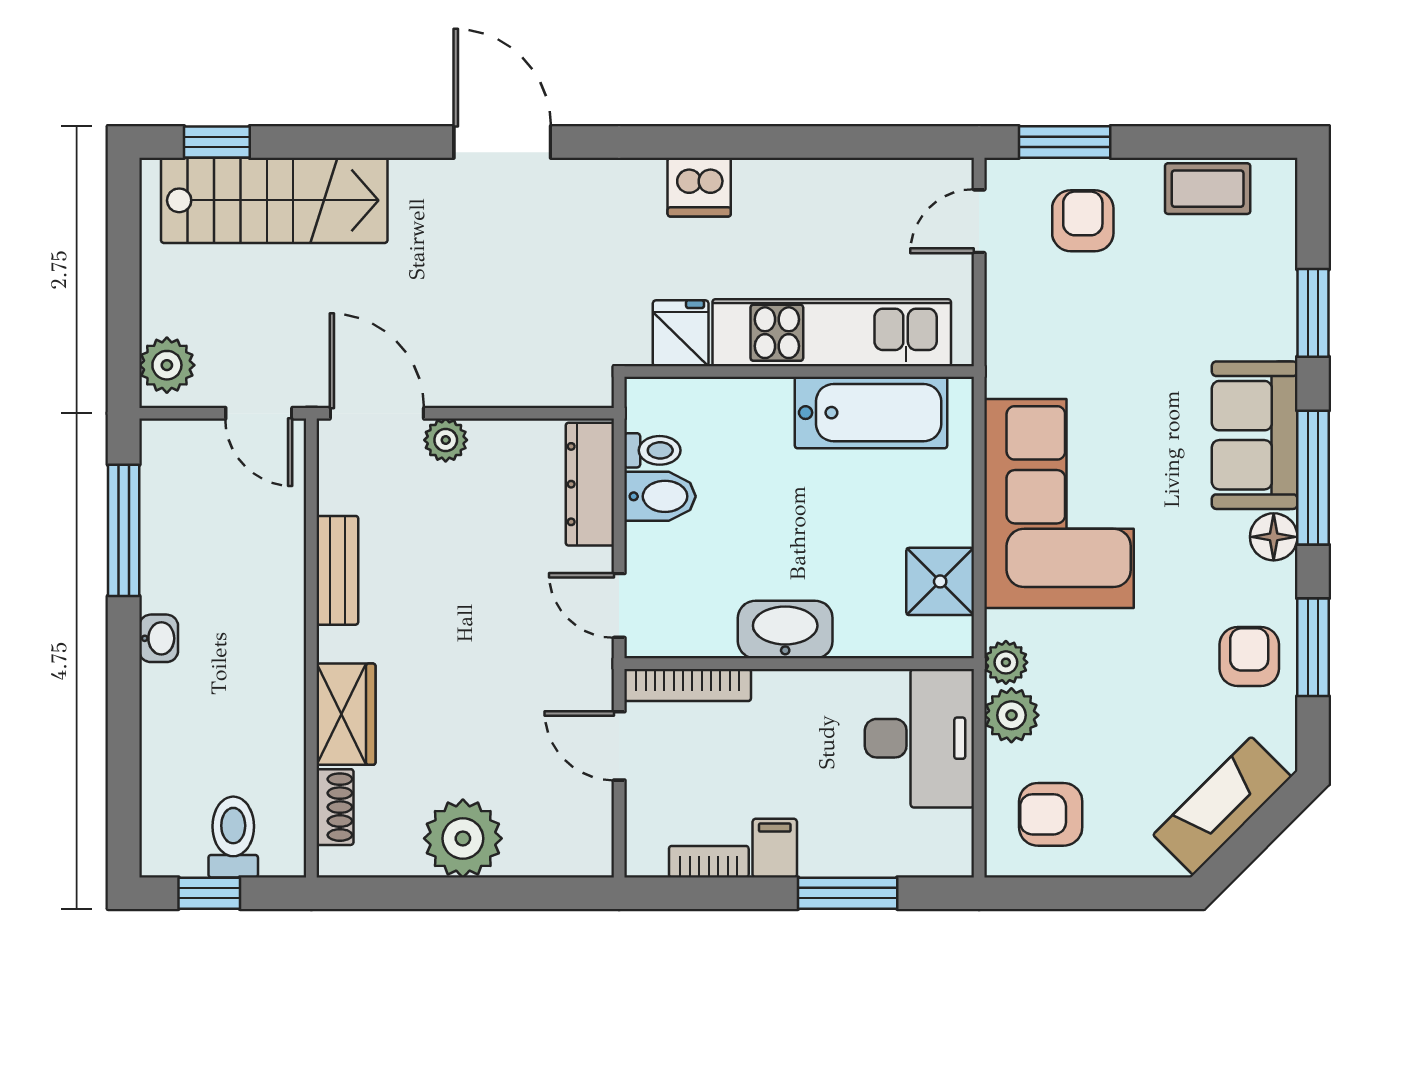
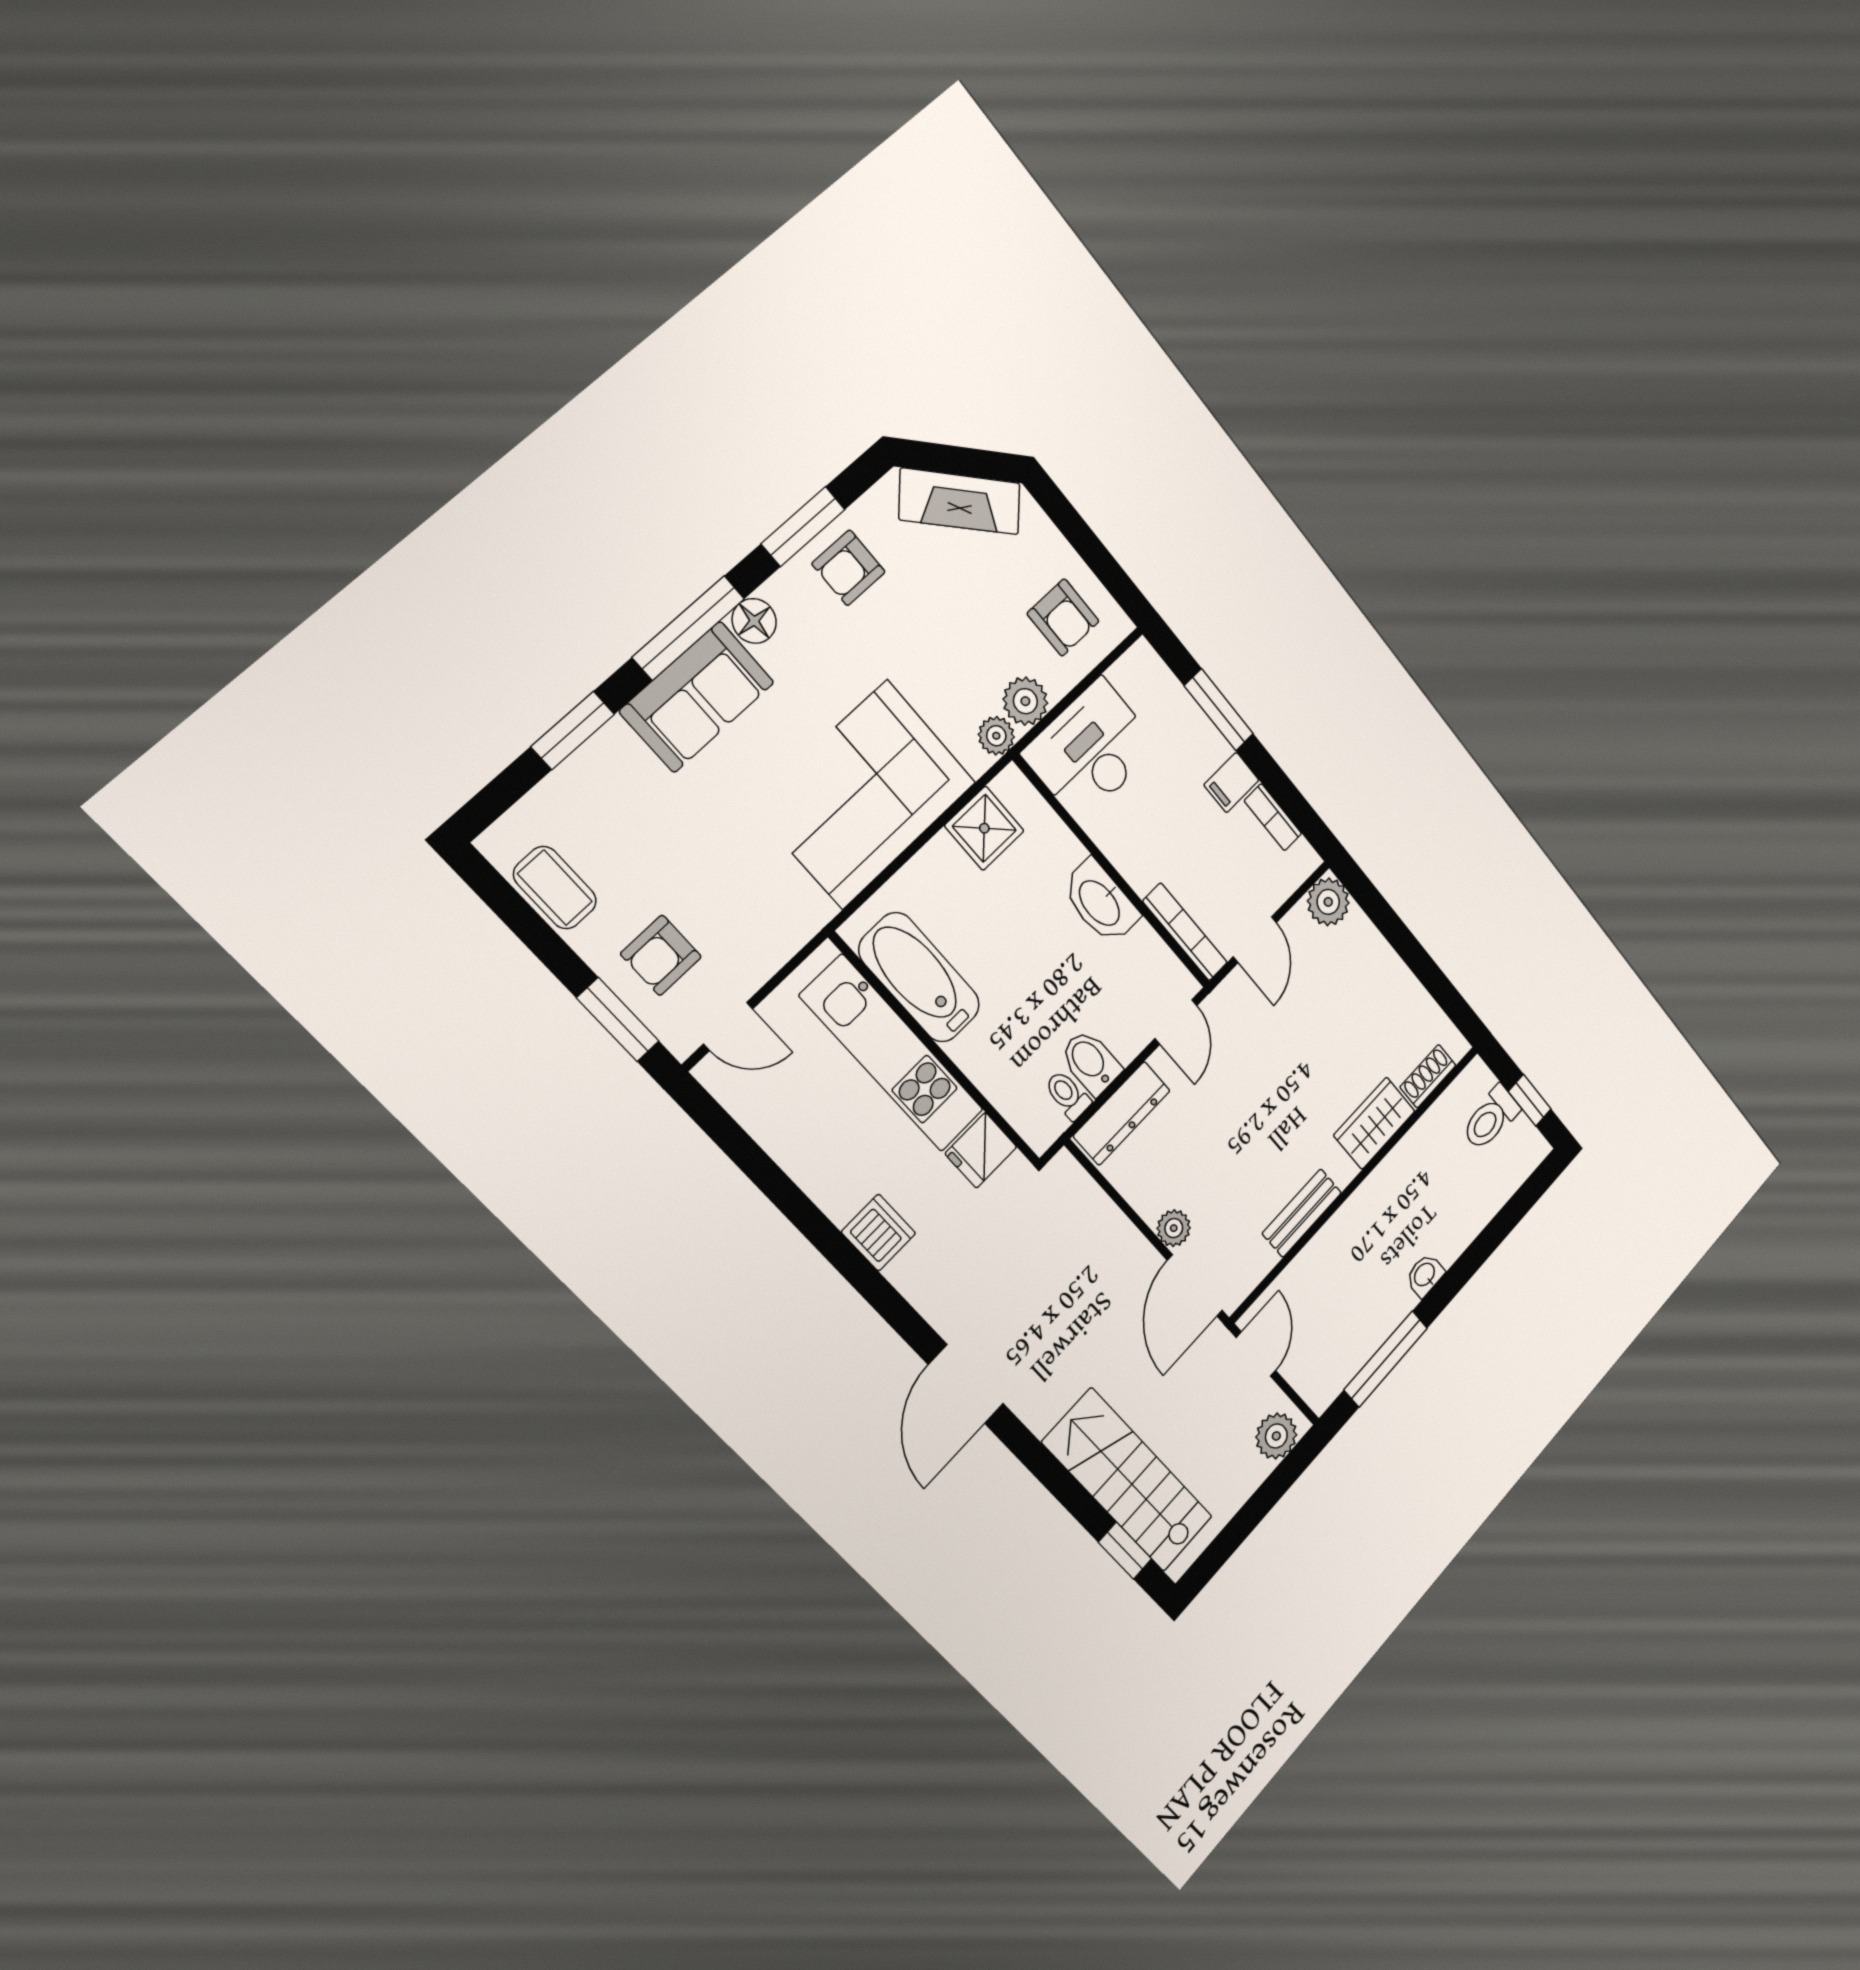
plant: (463, 838) -> (1328, 902), moved, width x0.73, depth x0.73

